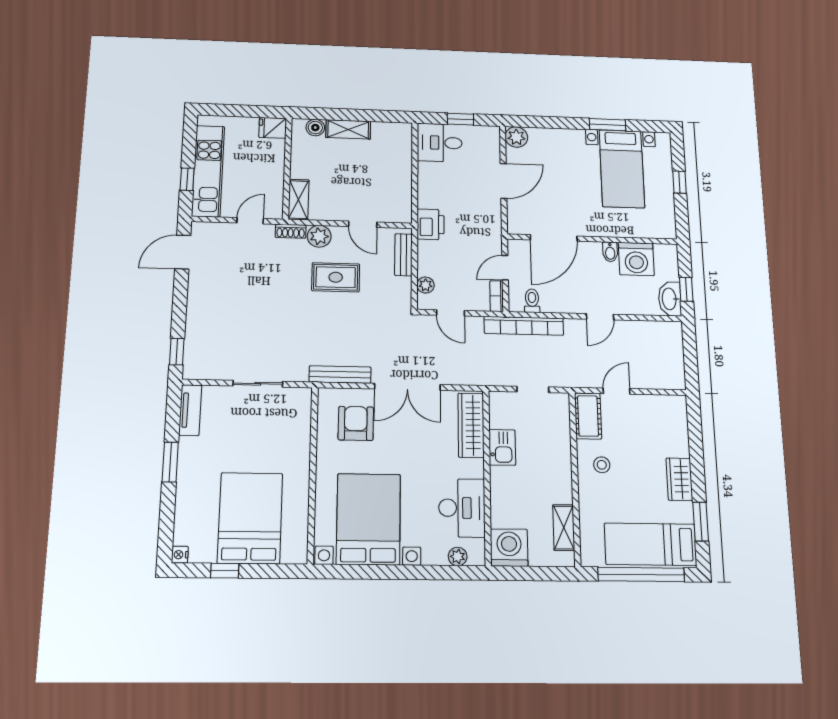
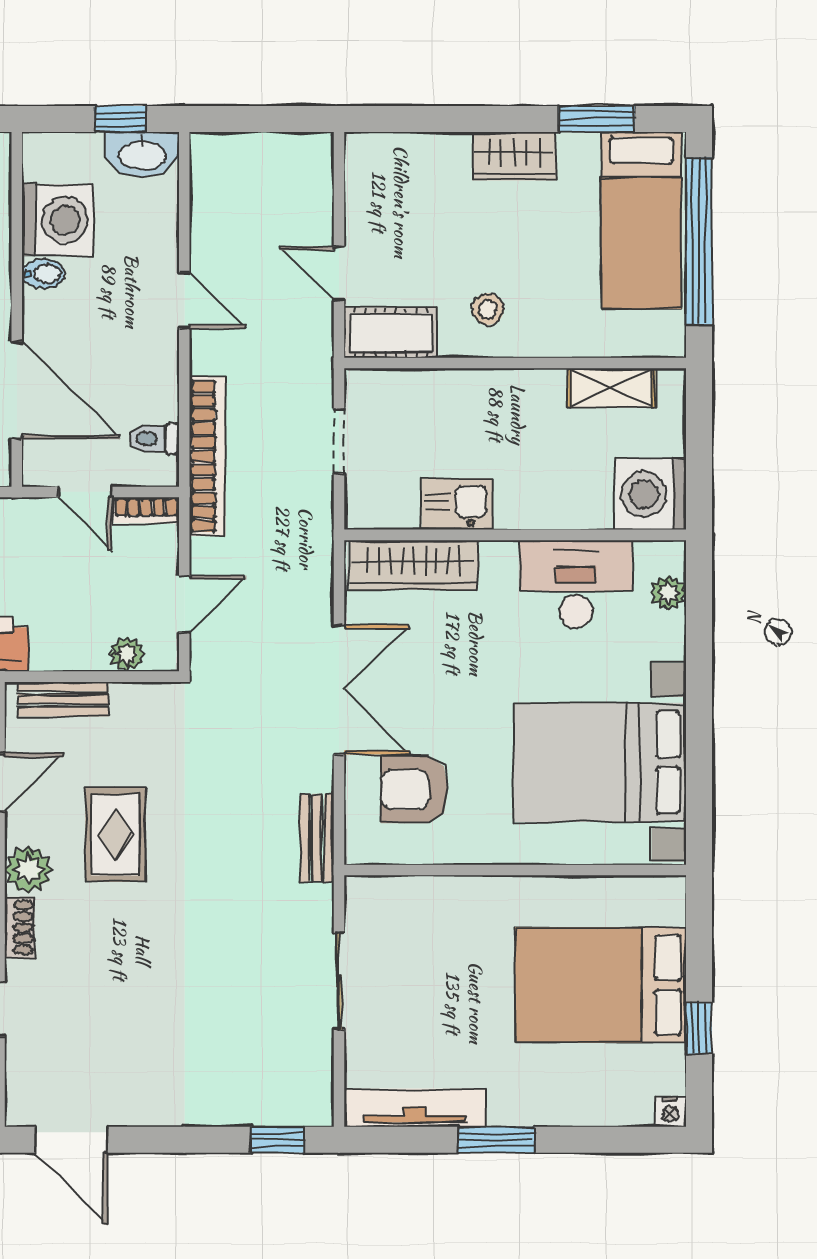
bench: (340, 375) -> (317, 838), width x0.73
tv unit: (190, 410) -> (415, 1108), width x1.41

